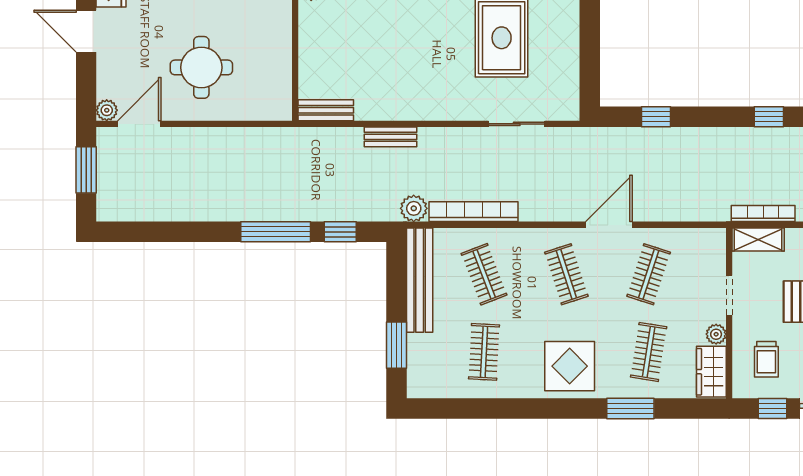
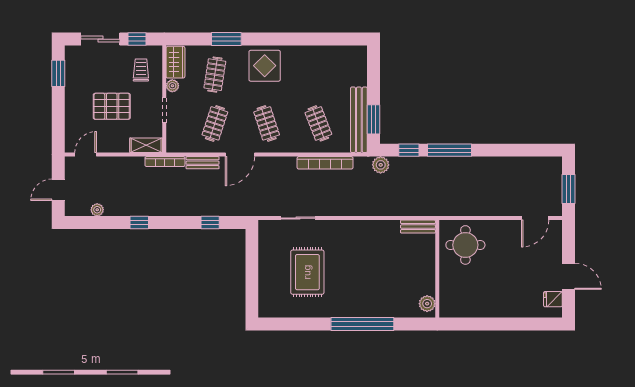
round table: (201, 67) -> (465, 245), moved
plant: (107, 110) -> (556, 227), removed
bench: (390, 137) -> (203, 163), moved
plant: (414, 208) -> (381, 165), moved
bookcase: (763, 214) -> (165, 162), moved
window: (397, 345) -> (373, 119), moved
clothes rail: (484, 352) -> (318, 75), removed

